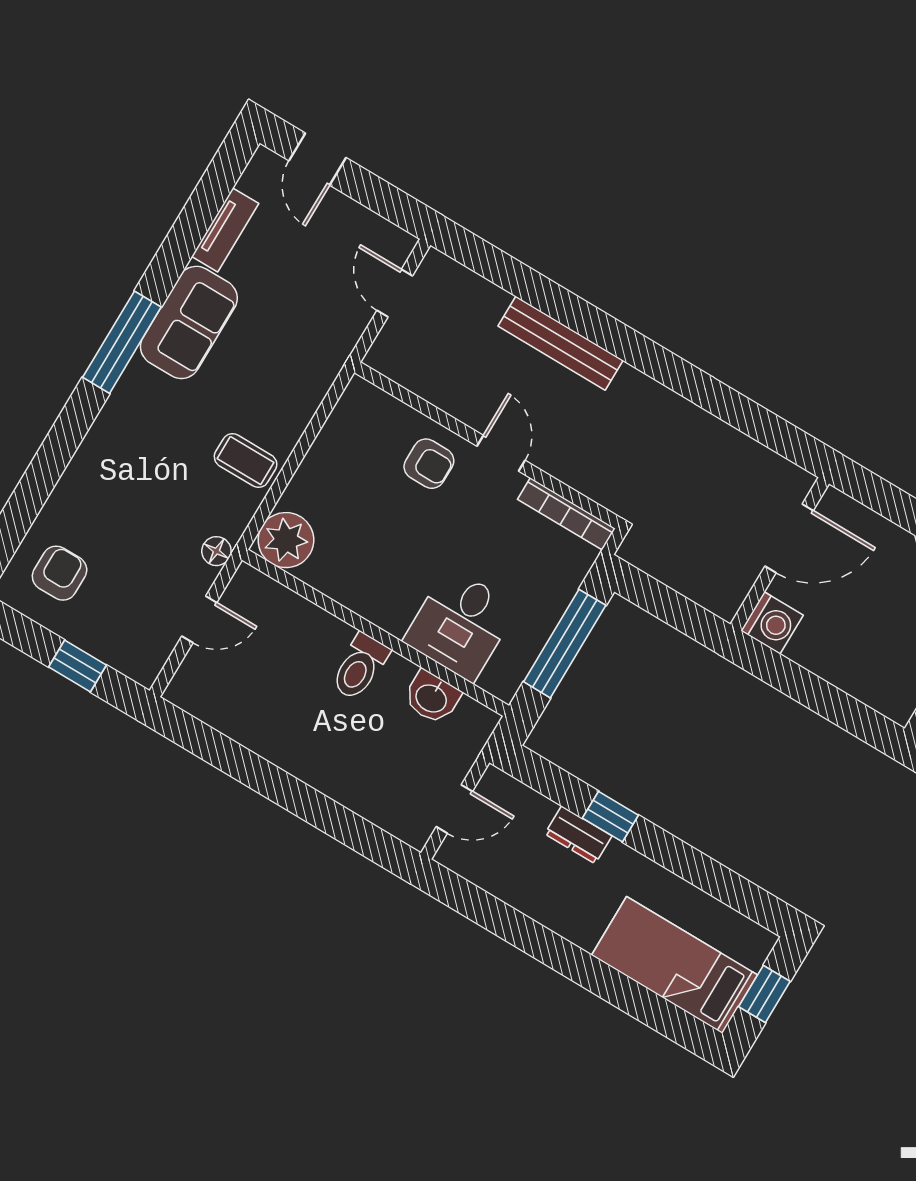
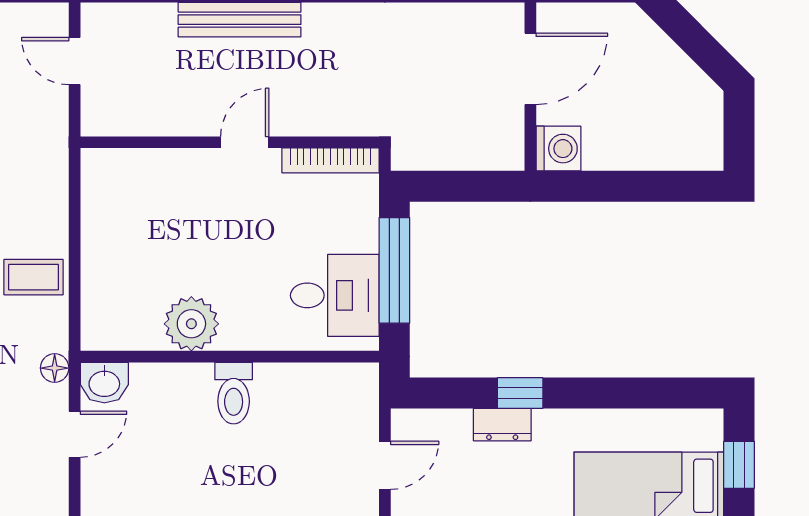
door: (501, 453) -> (245, 142), hinge flipped
armchair: (429, 464) -> (189, 187), removed
plant: (286, 540) -> (191, 324), moved
desk: (460, 624) -> (335, 295), moved, turned -90
washbasin: (432, 697) -> (104, 383), moved

